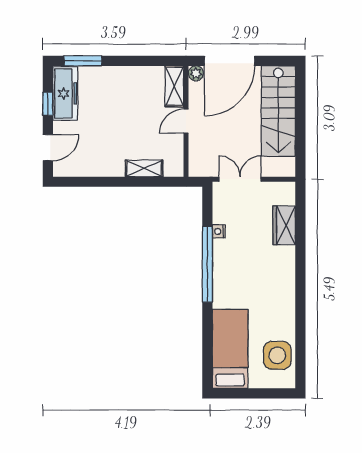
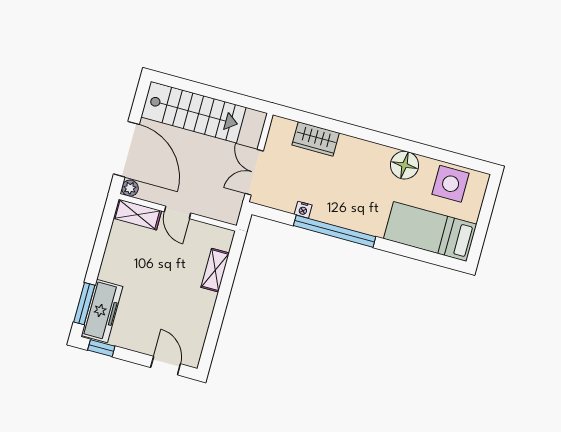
freezer: (65, 93) -> (102, 311), moved, turned 90
window: (48, 104) -> (101, 348), moved
floor lamp: (283, 310) -> (404, 165), added

